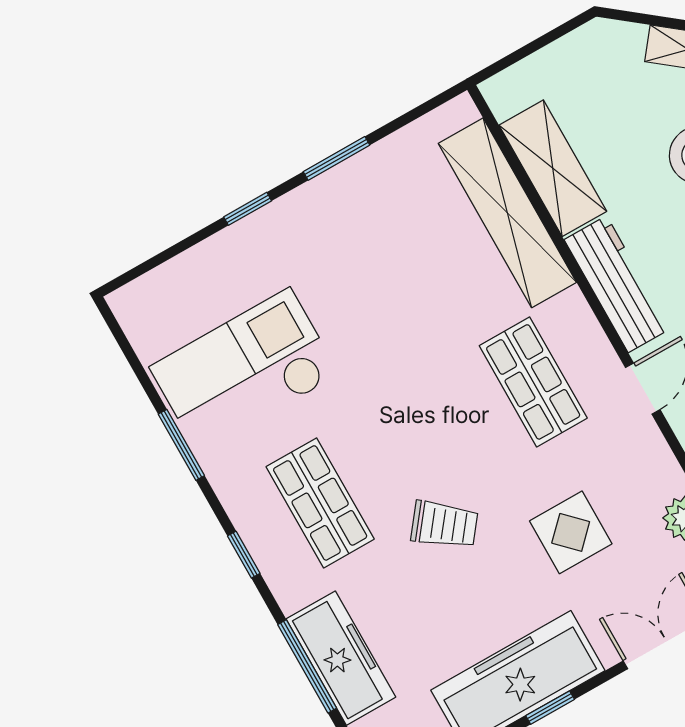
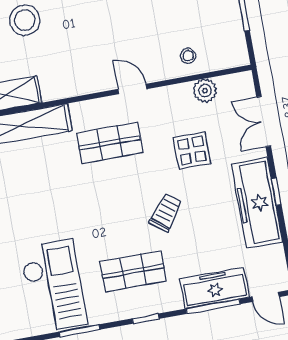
workbench: (617, 284) -> (75, 83), removed
checkout: (244, 371) -> (53, 286), turned 180

